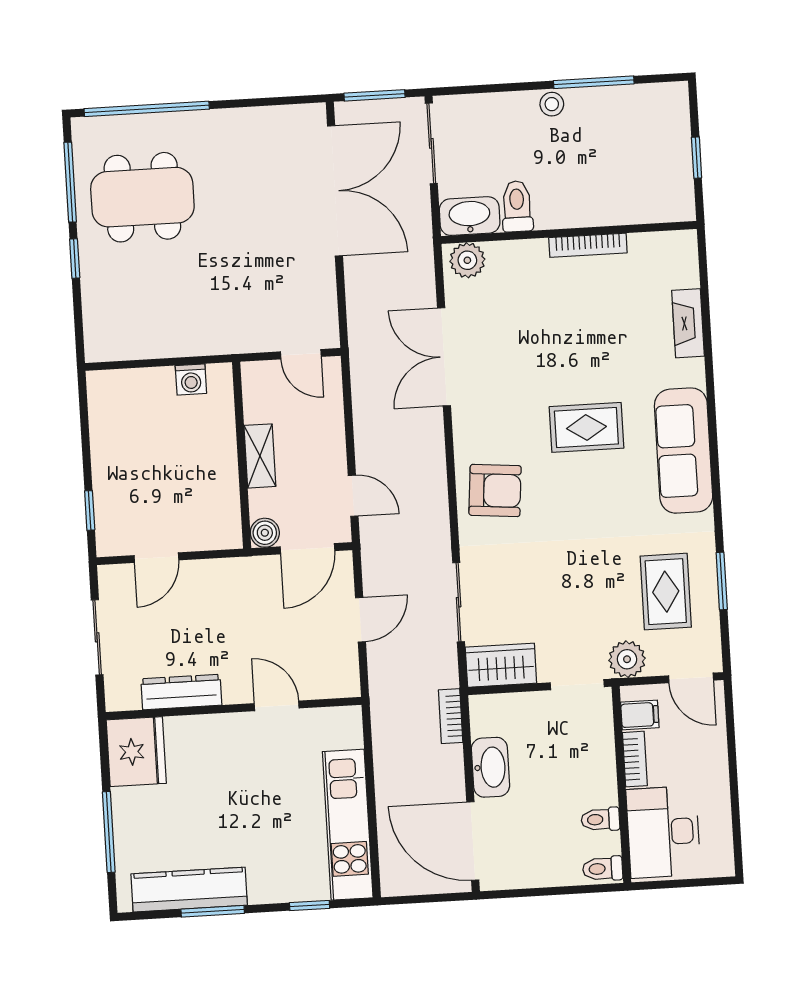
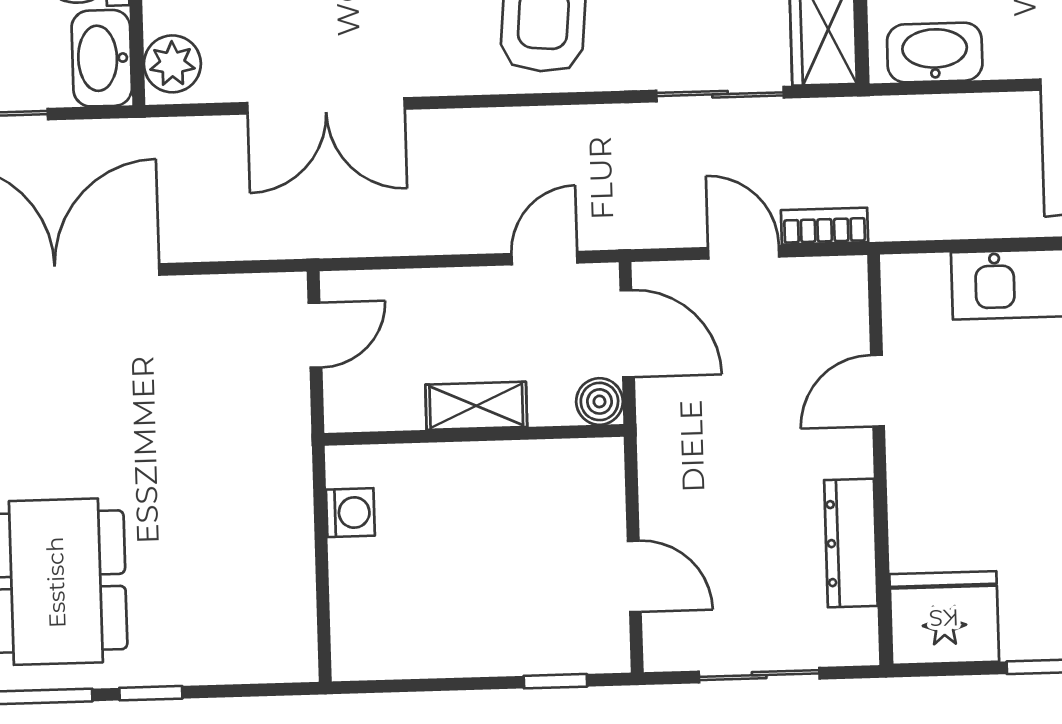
bookcase: (451, 716) -> (825, 226), moved, turned 180
washbasin: (490, 767) -> (935, 52), moved

